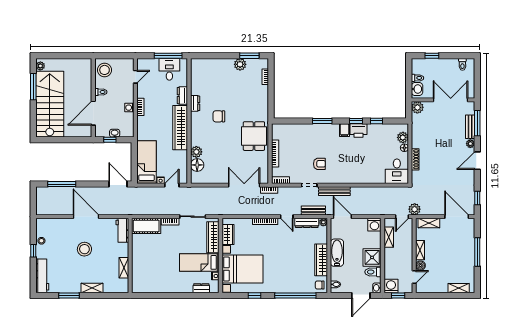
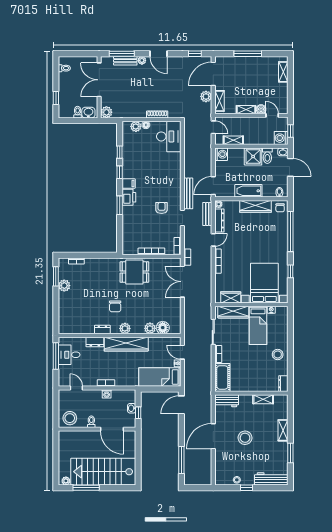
plant: (196, 126) -> (125, 328), added
printer: (359, 130) -> (129, 197), moved
desk: (397, 171) -> (169, 136), width x1.37
plant: (415, 209) -> (206, 96), moved
stool: (170, 283) -> (278, 355), added
dresser: (201, 288) -> (283, 384), moved

